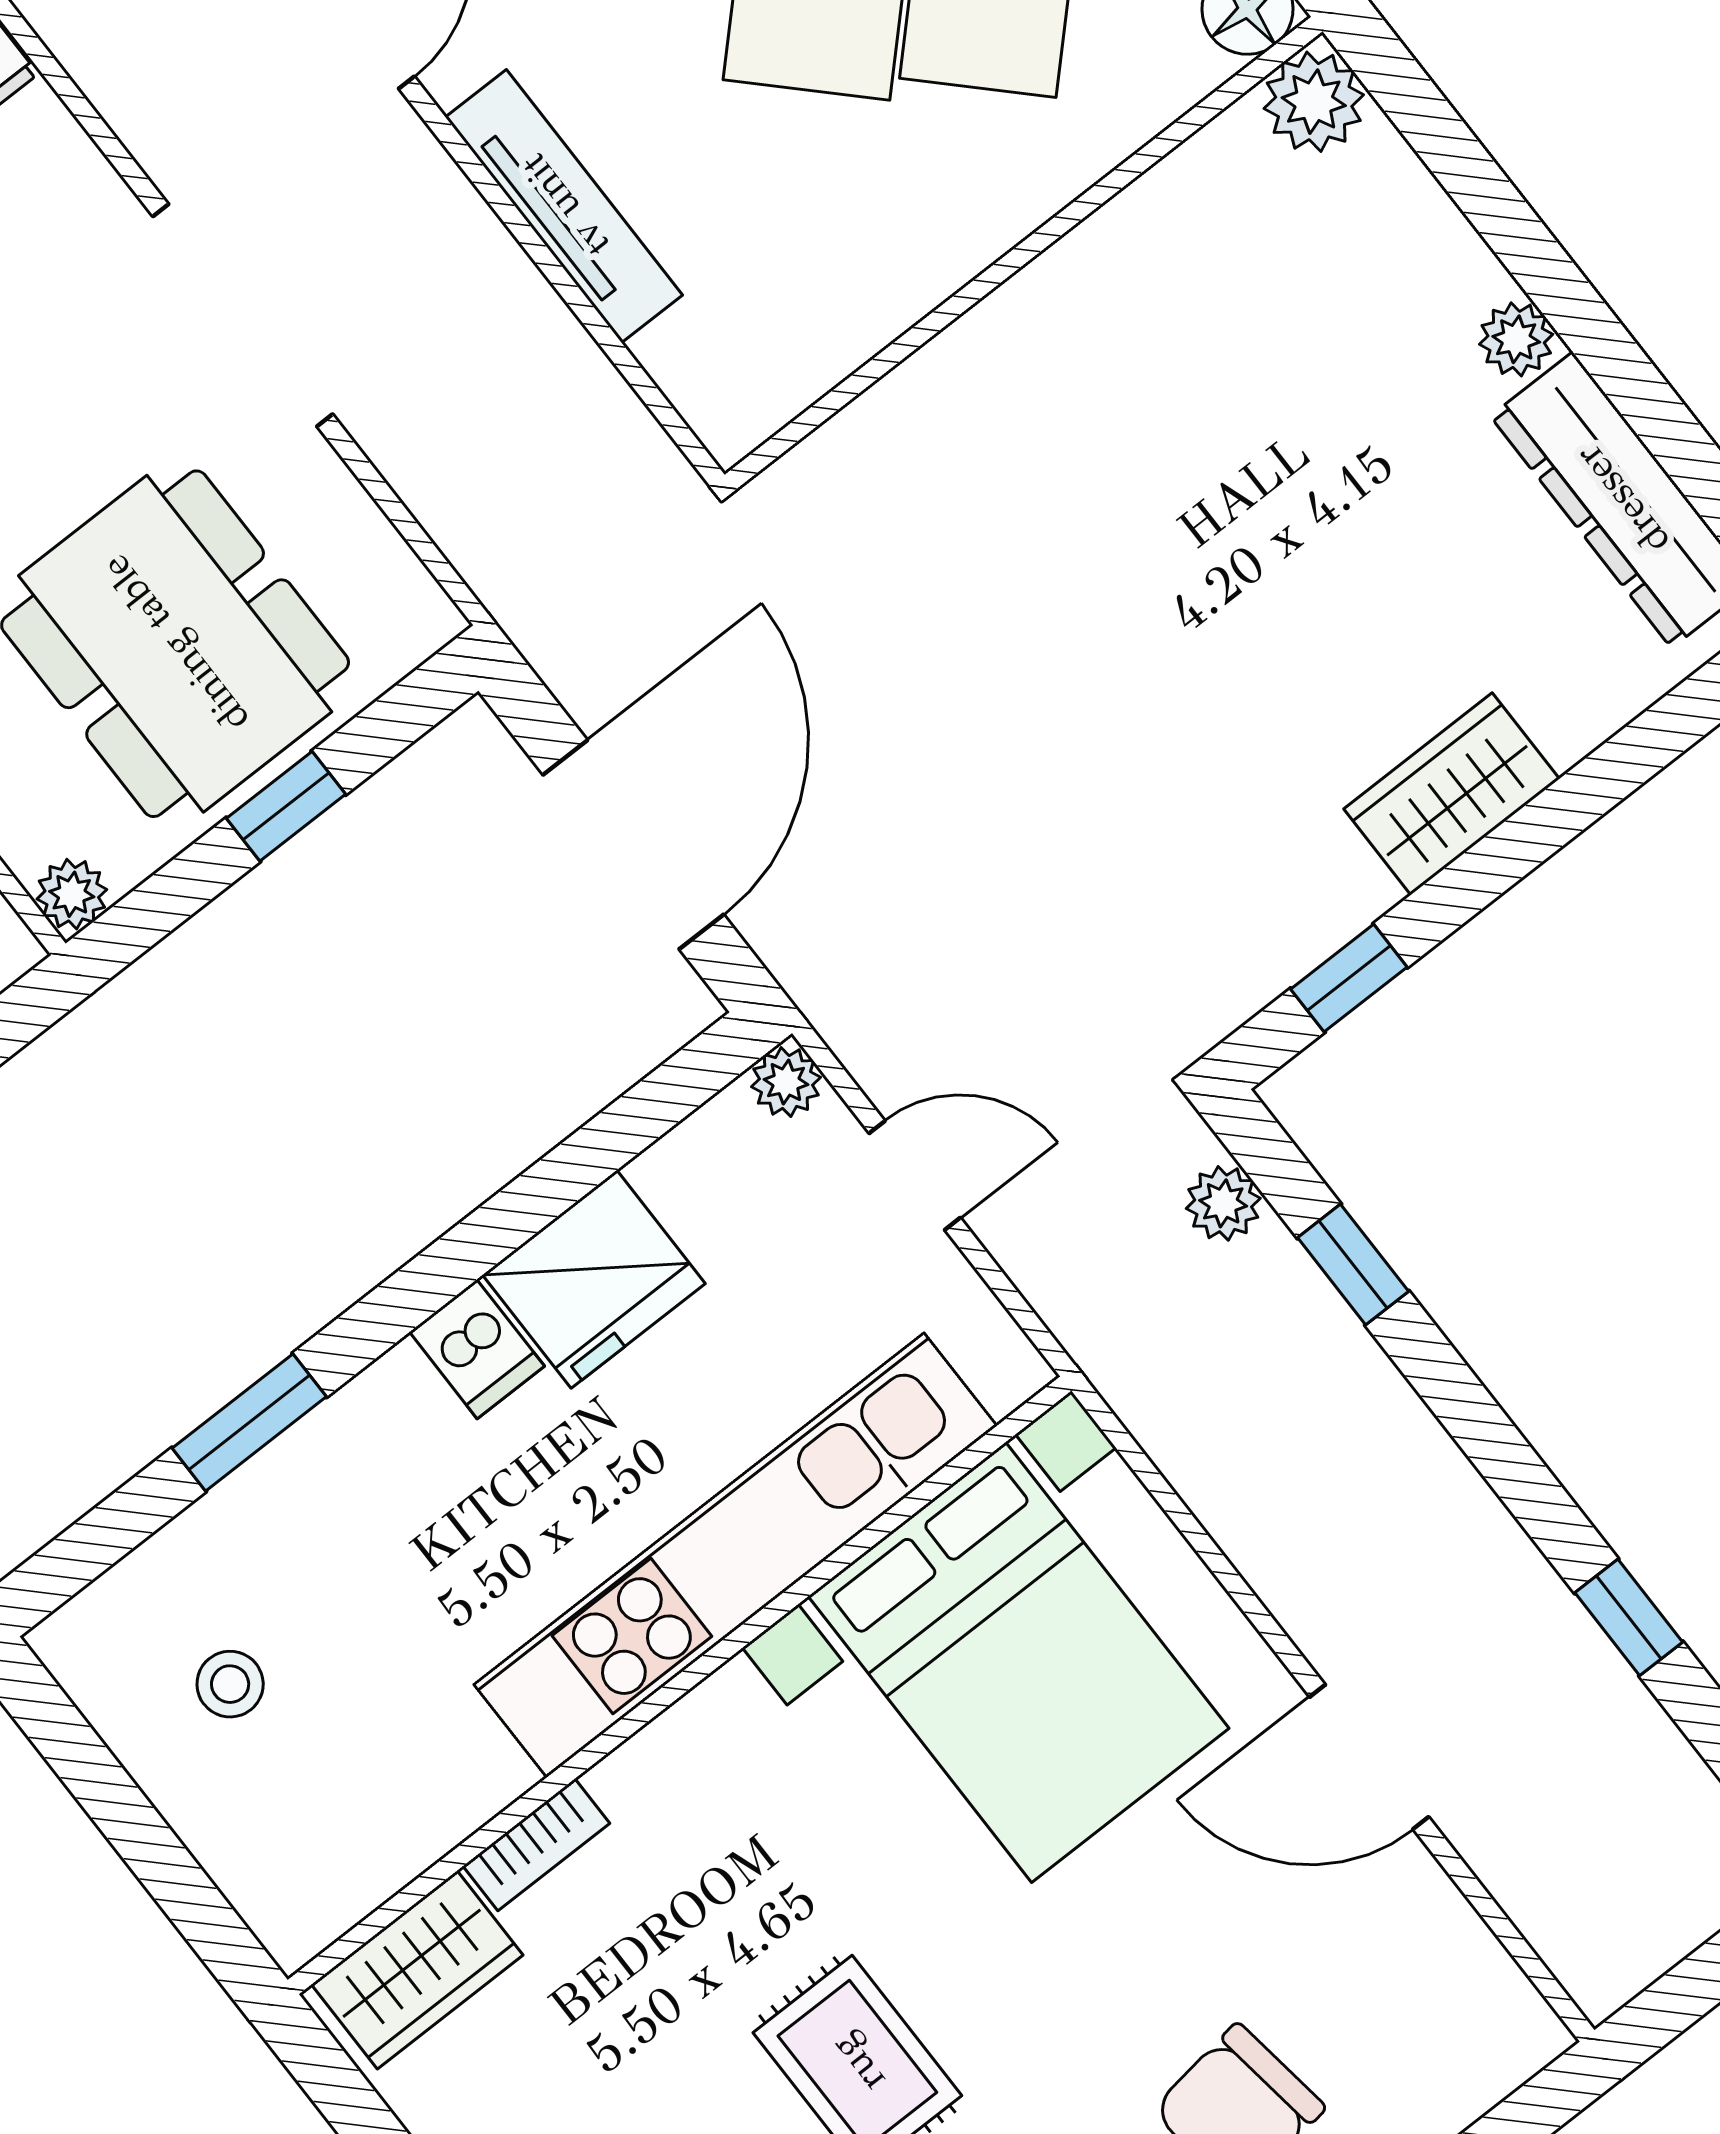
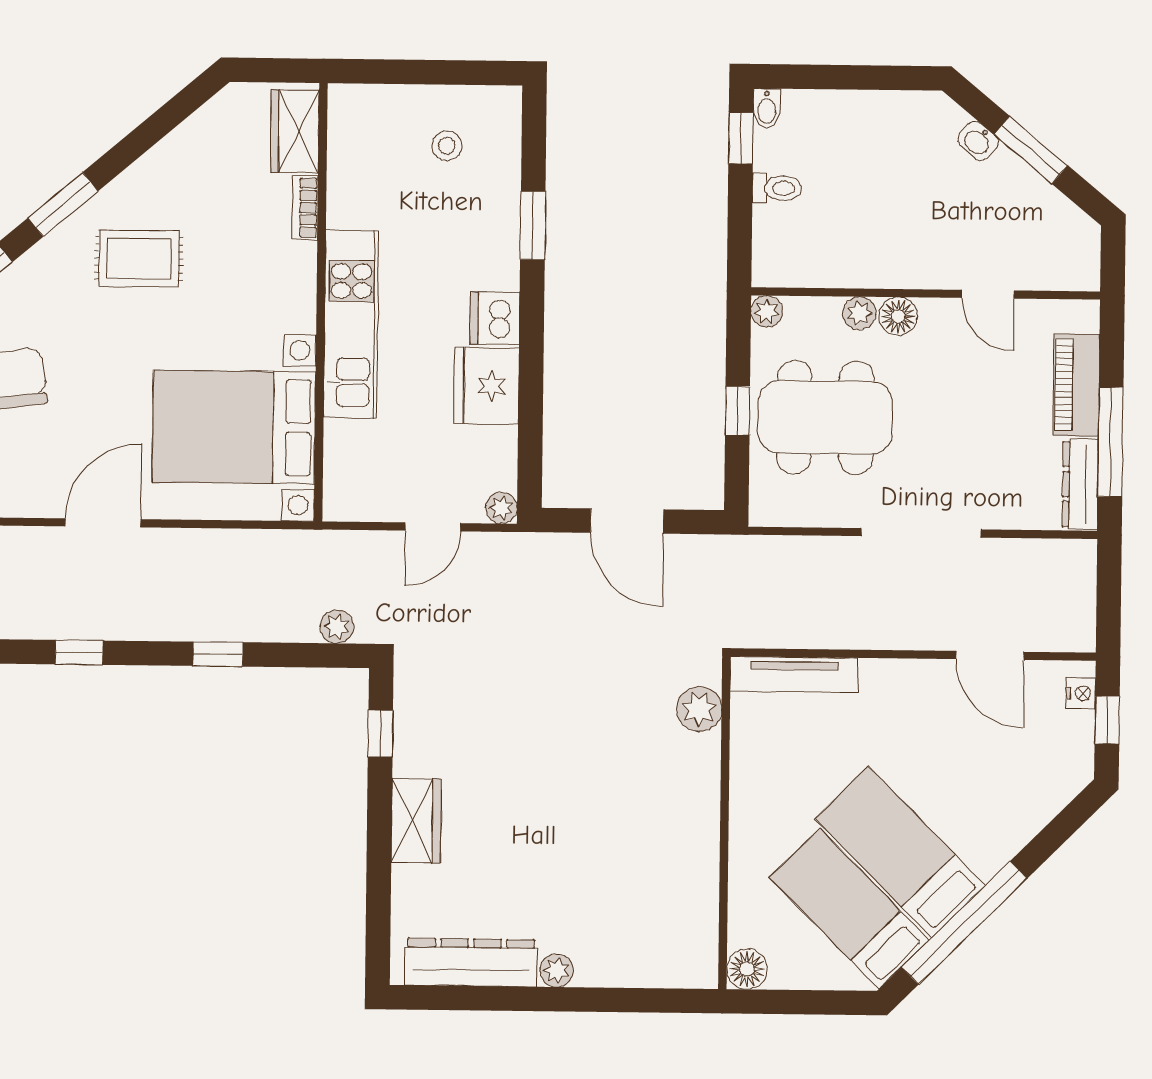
plant: (1314, 102) -> (699, 709), moved
tv unit: (564, 206) -> (794, 674), moved
door: (633, 845) -> (627, 521), width x0.73
window: (1353, 1265) -> (218, 654), moved
dishwasher: (477, 1349) -> (495, 318), width x1.38
kitchen unit: (735, 1555) -> (351, 324), width x0.73

